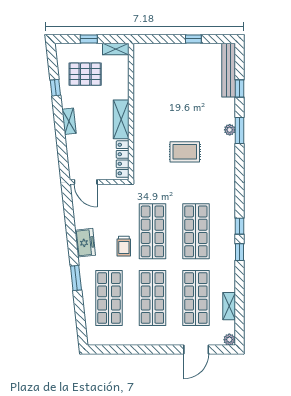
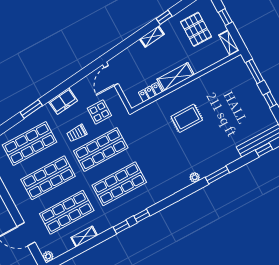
window: (158, 39) -> (255, 71), added
window: (55, 88) -> (164, 17), moved
window: (239, 88) -> (264, 150), moved
plant: (230, 130) -> (195, 177), moved
rug: (185, 152) -> (187, 118), moved, turned 90
locker: (123, 159) -> (150, 92), width x0.66
display table: (115, 213) -> (99, 112), added
shelving: (229, 306) -> (84, 236), moved

